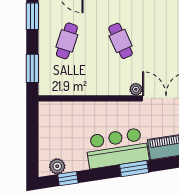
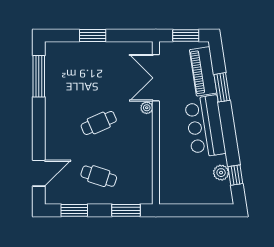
plant: (57, 166) -> (221, 173), moved
window: (134, 169) -> (222, 87), moved

